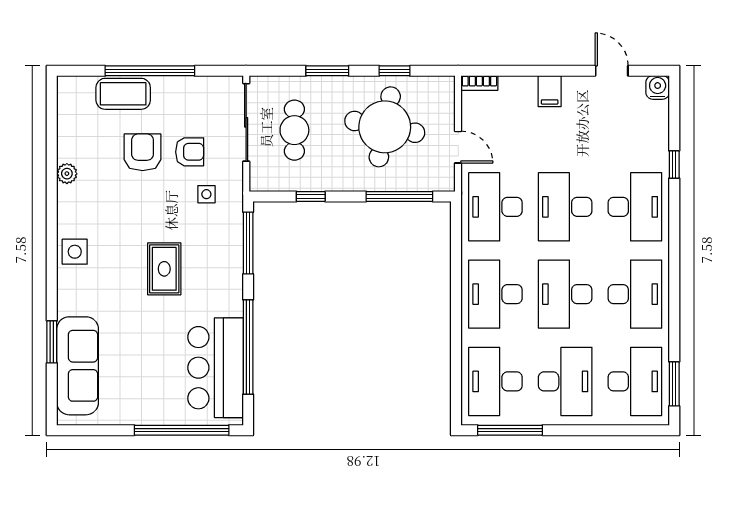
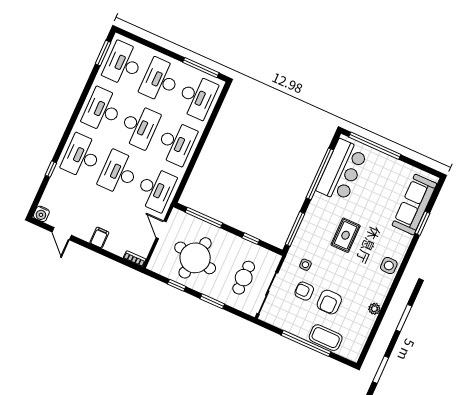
desk: (565, 207) -> (119, 173), turned 180

